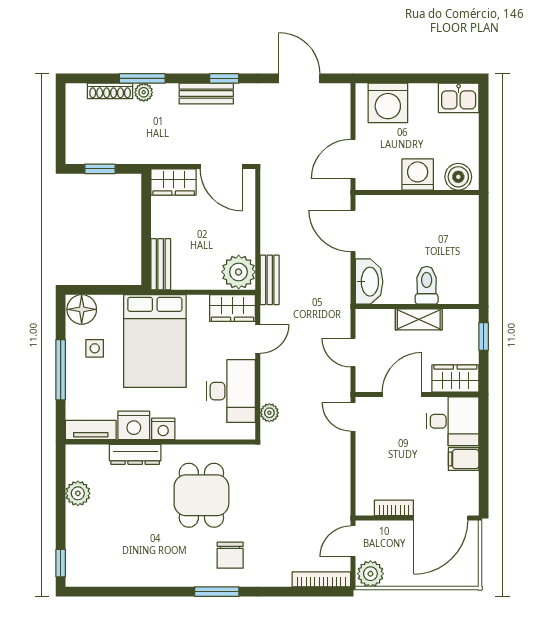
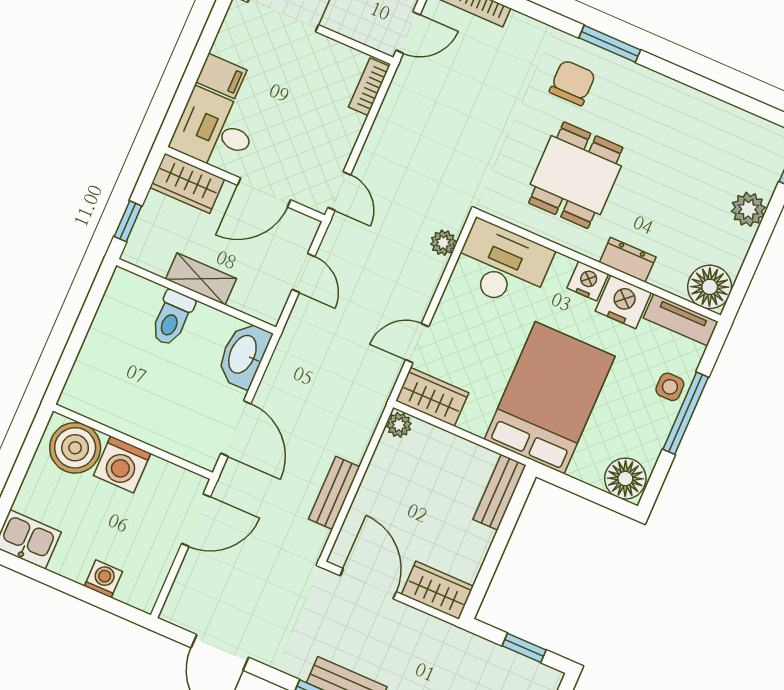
washing machine: (388, 103) -> (103, 579), width x0.53, depth x0.53
boiler: (458, 177) -> (75, 448), width x1.37, depth x1.37
plant: (239, 272) -> (399, 425), width x0.53, depth x0.53
bench: (270, 280) -> (334, 493), moved
side table: (95, 348) -> (670, 387), moved
desk: (231, 391) -> (502, 265), moved, turned 90
dresser: (135, 454) -> (628, 260), width x0.70
floor lamp: (81, 460) -> (710, 287), added
plant: (78, 493) -> (748, 209), moved
bookcase: (394, 508) -> (369, 87), moved, turned 90

